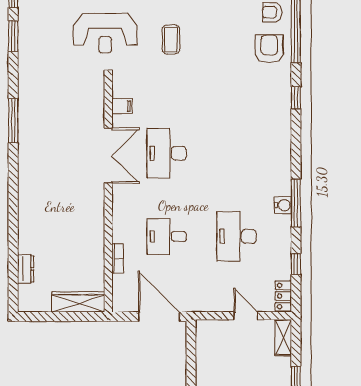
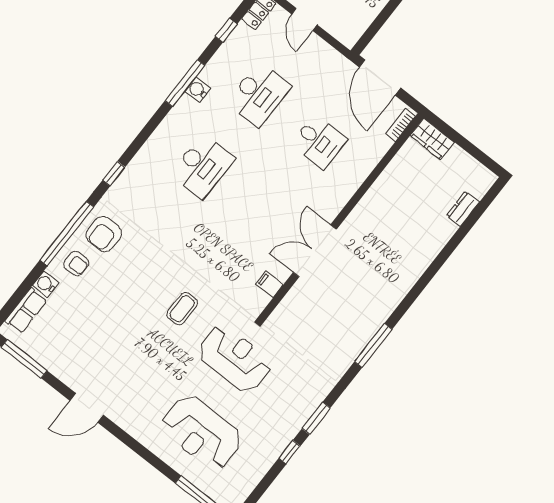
desk: (167, 153) -> (202, 166), moved
bookcase: (118, 259) -> (401, 125), moved
wardrobe: (78, 302) -> (432, 139), width x0.67

